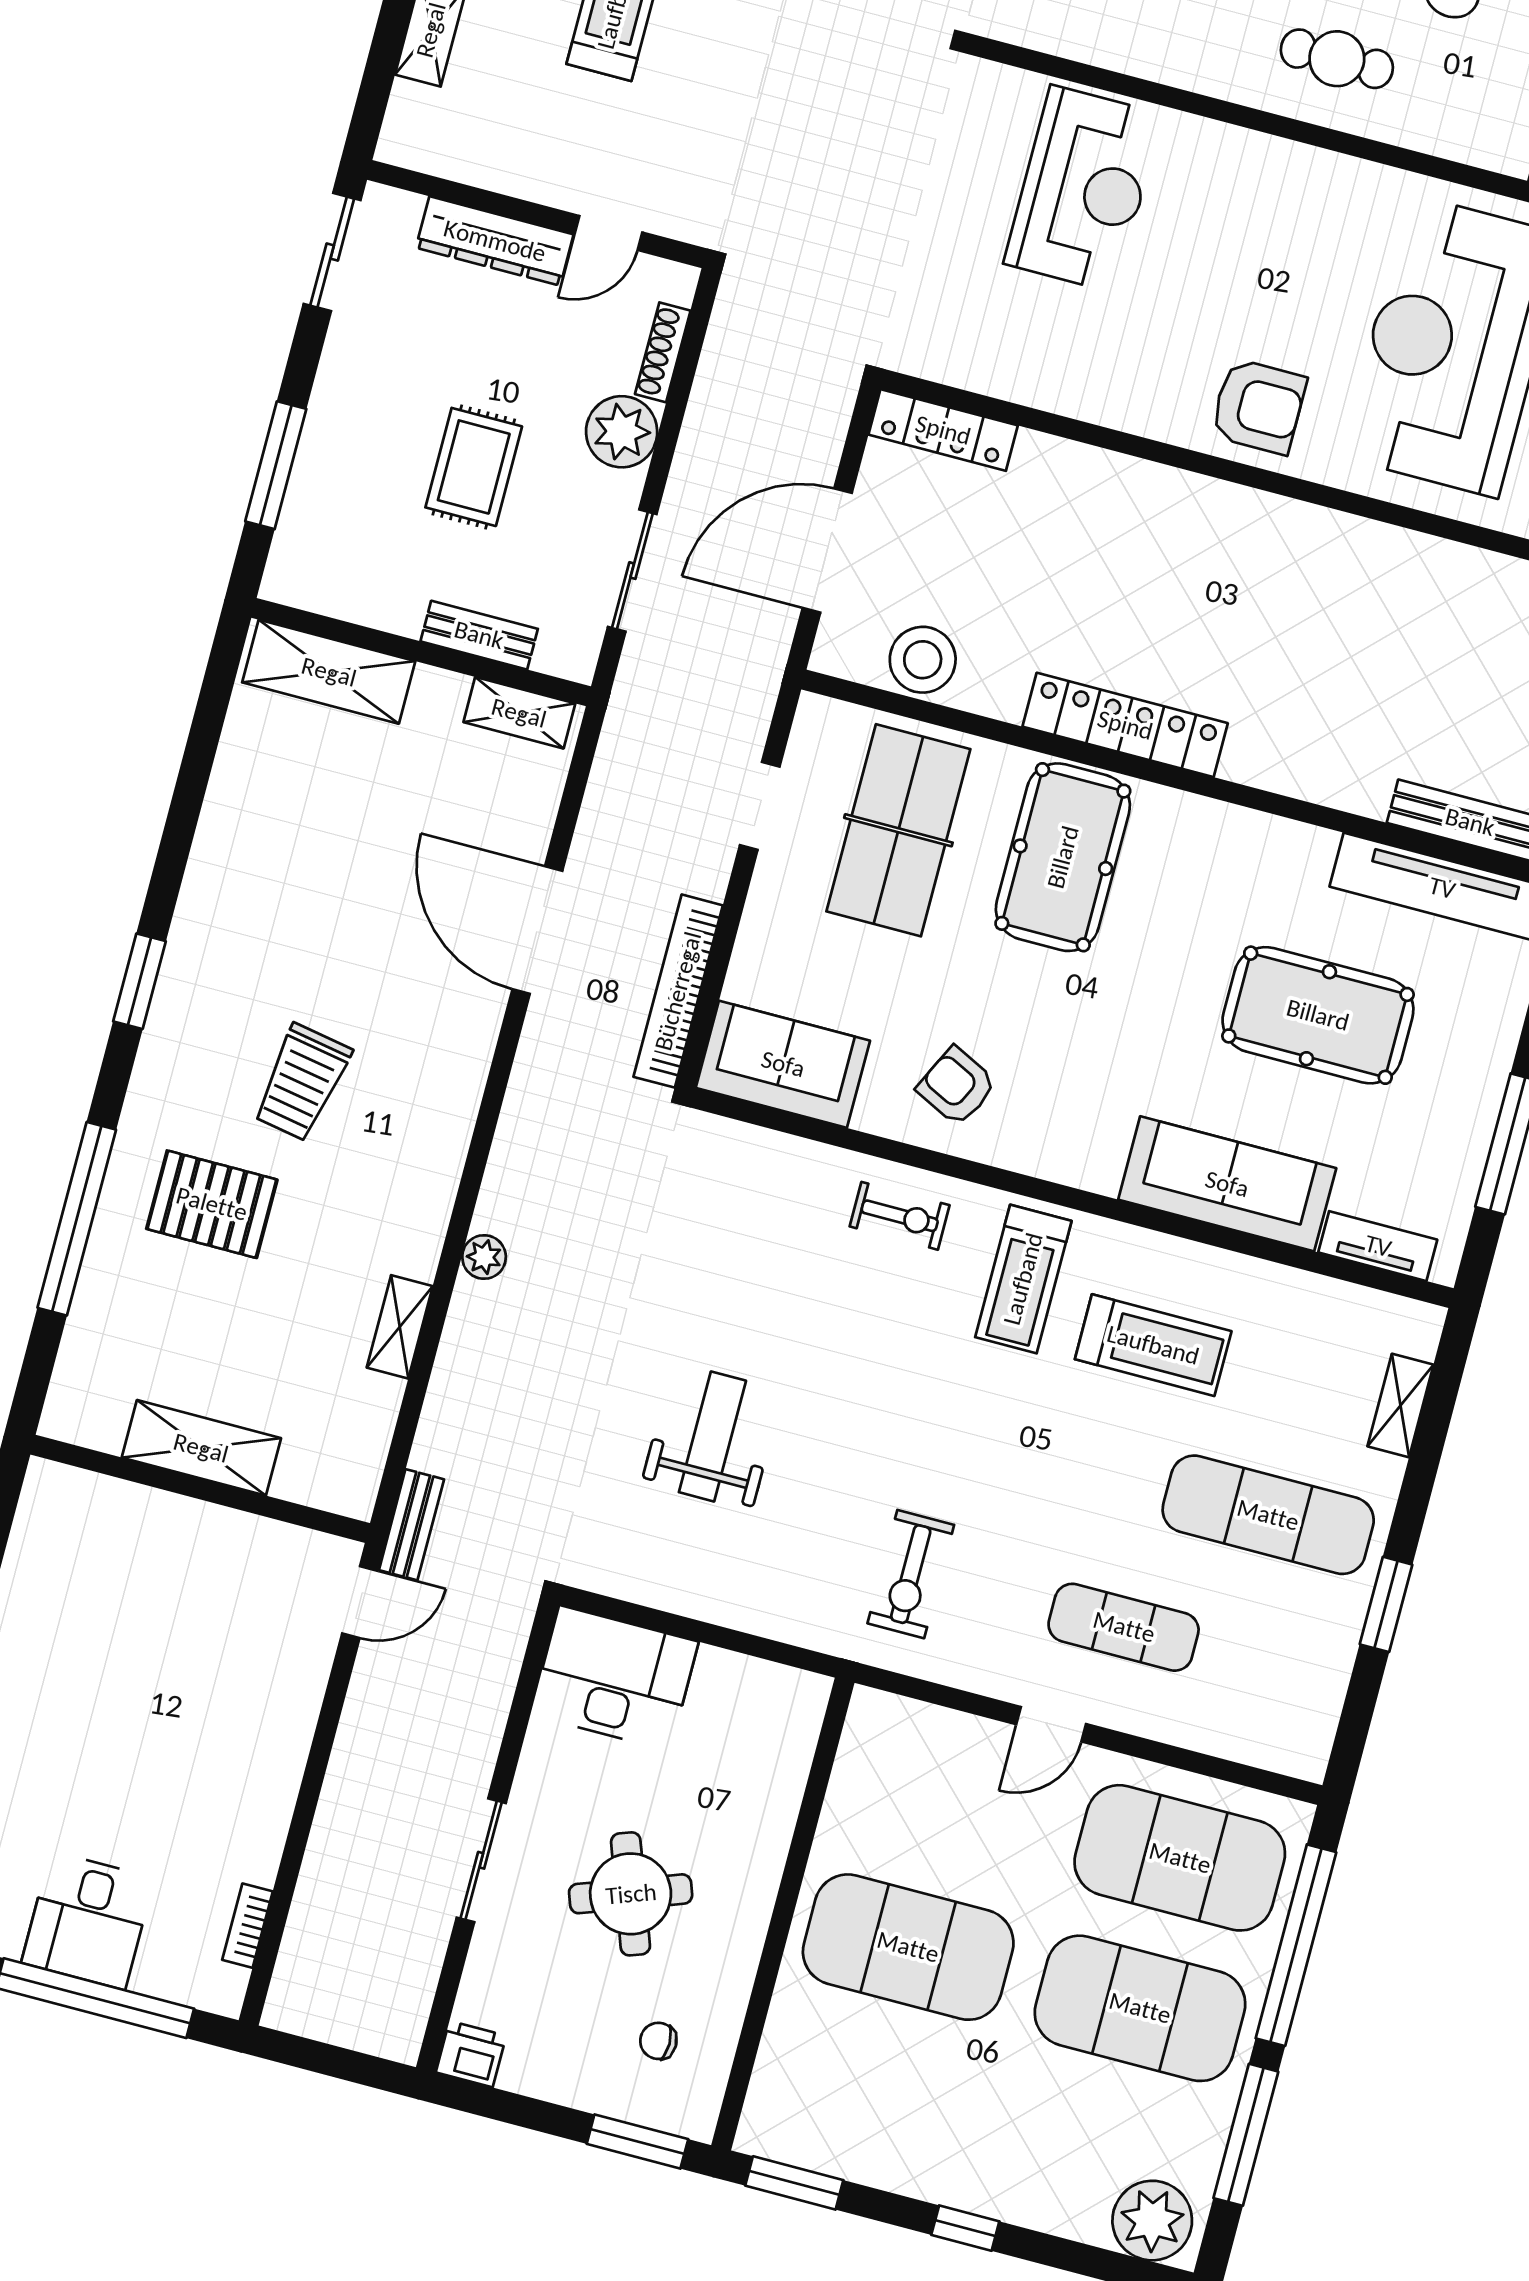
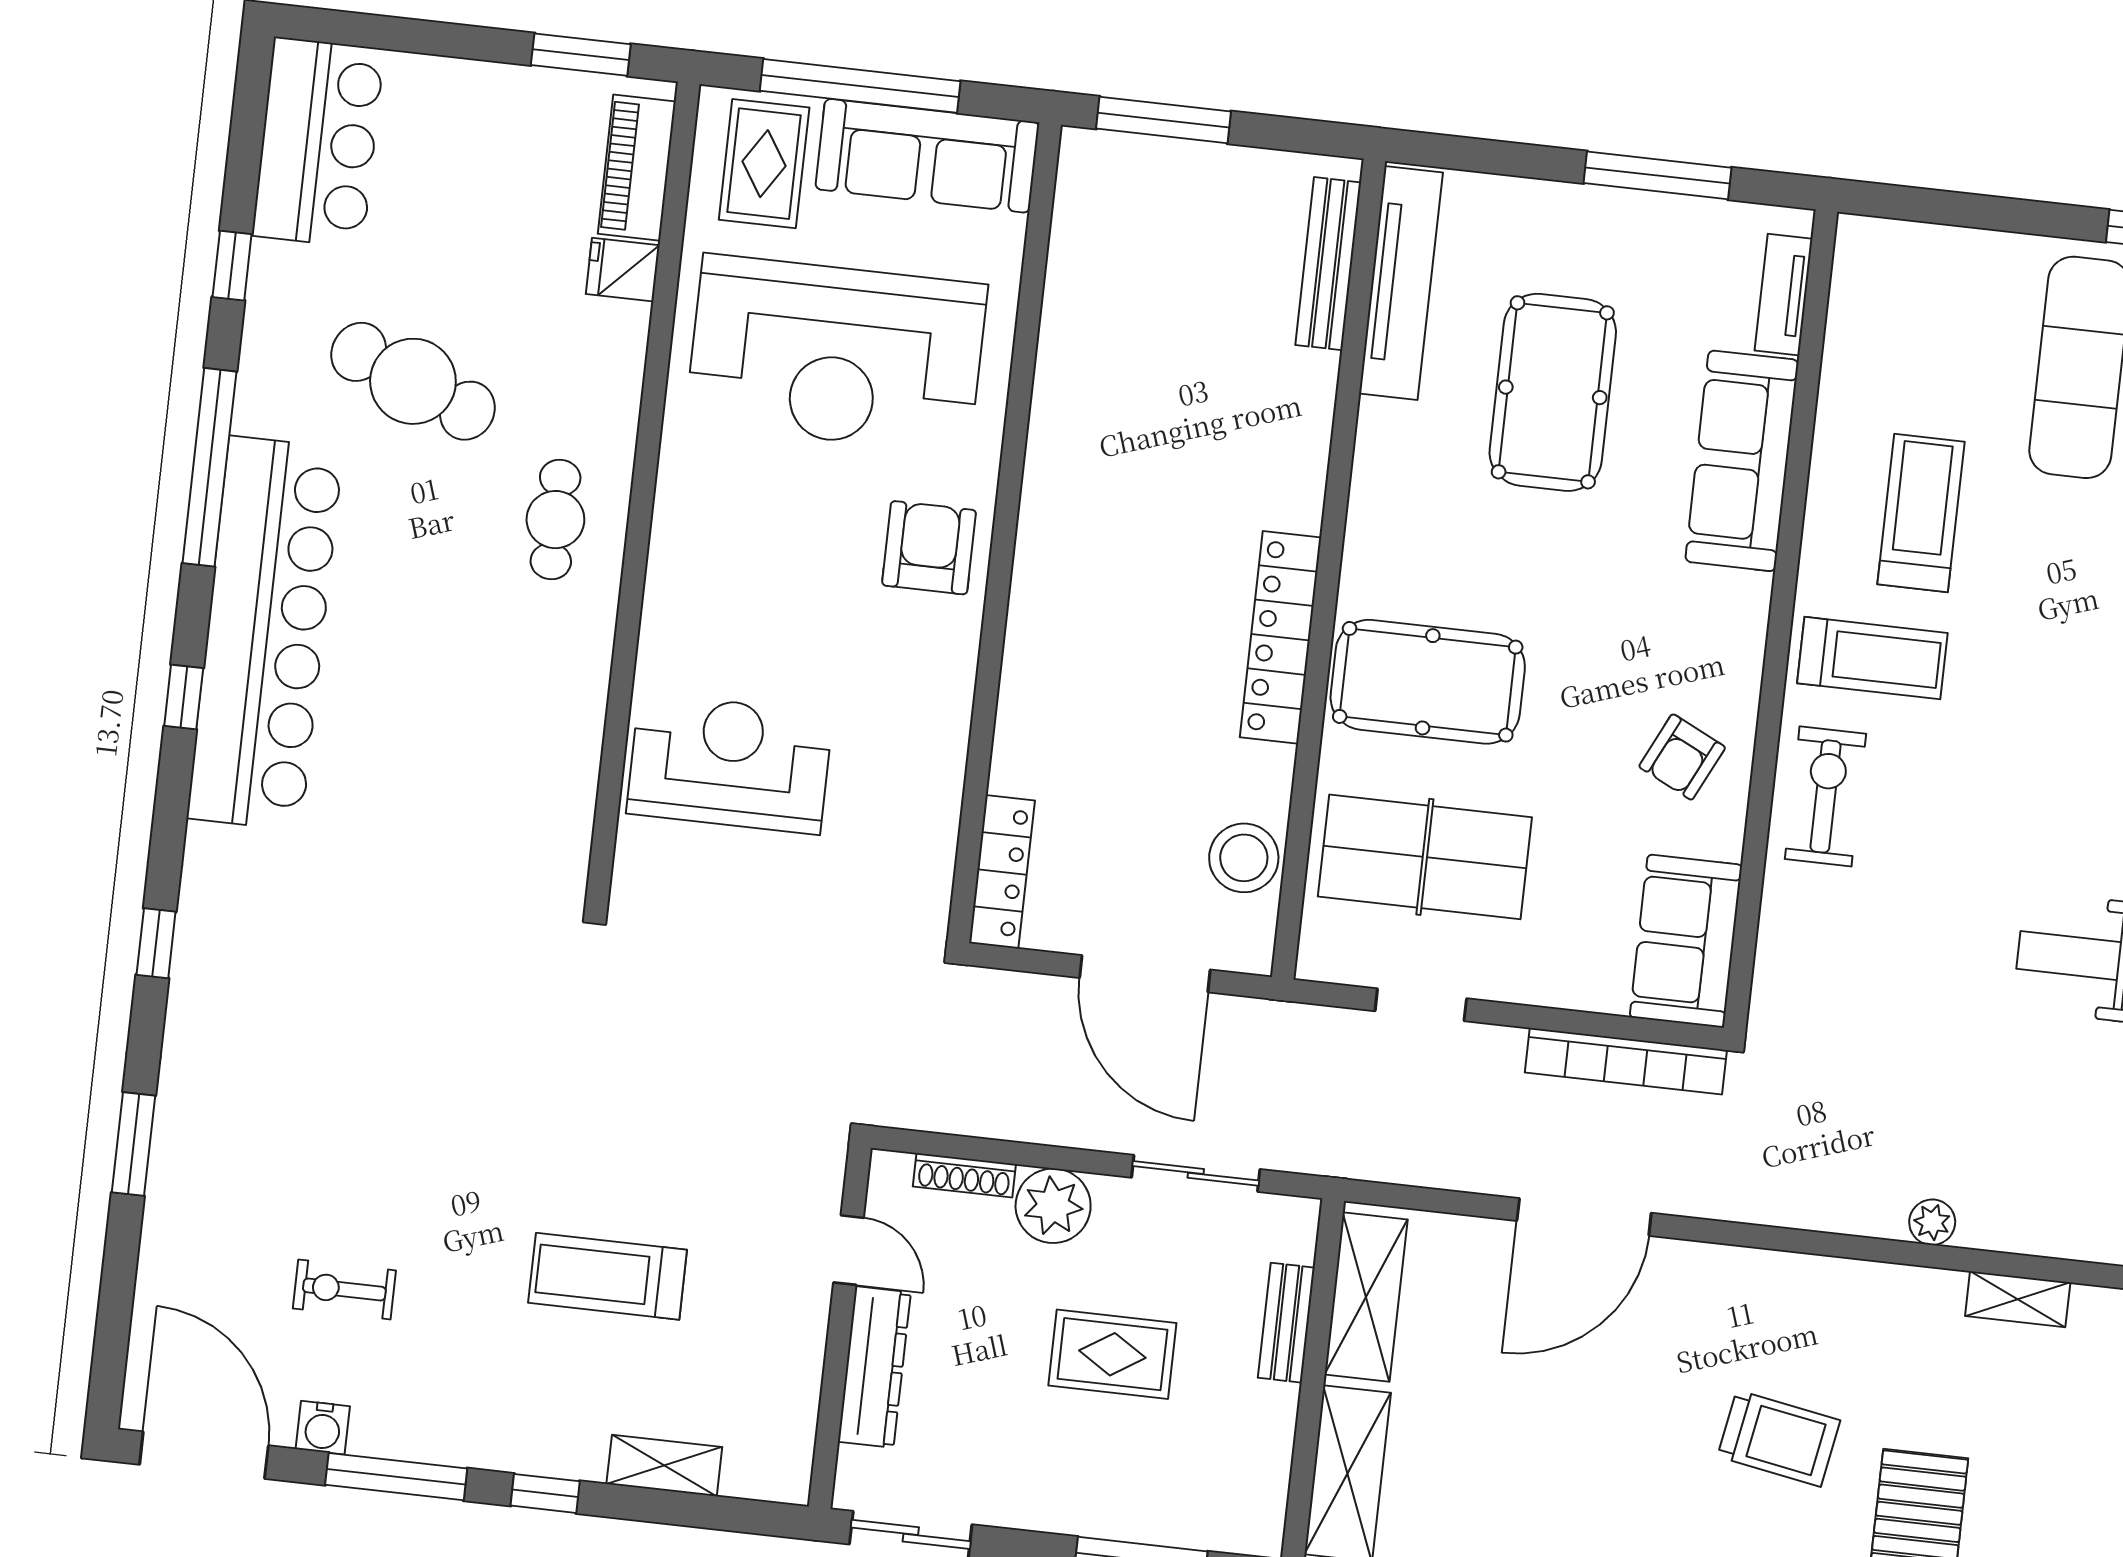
shelving: (519, 713) -> (1366, 1297), width x1.50, depth x1.33
exercise bike: (900, 1216) -> (1826, 796), width x1.38, depth x1.39
shelving: (1400, 1405) -> (1946, 247), removed

